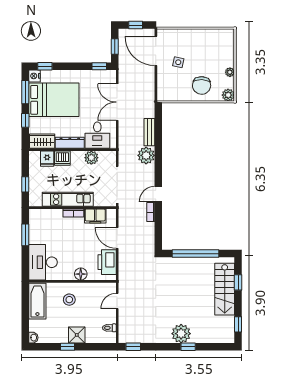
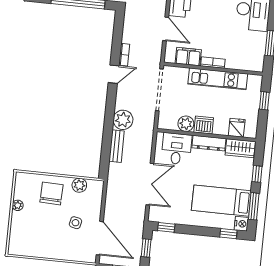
plant: (228, 95) -> (79, 185), moved
bed: (54, 100) -> (221, 201), width x0.67
dishwasher: (62, 158) -> (204, 125), moved

